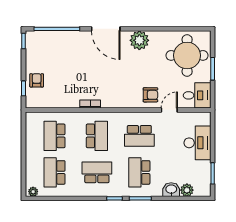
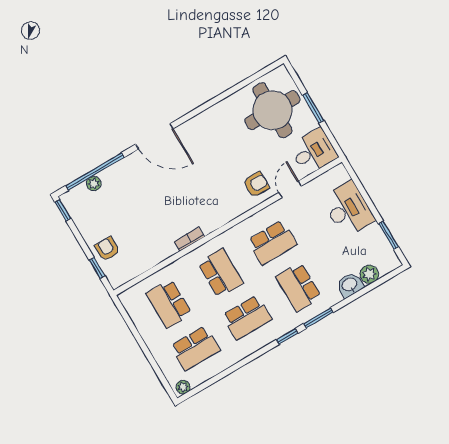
plant: (139, 40) -> (94, 184), moved, width x0.53, depth x0.53
school desk: (54, 172) -> (195, 348), turned -90
school desk: (97, 172) -> (247, 318), turned 180

